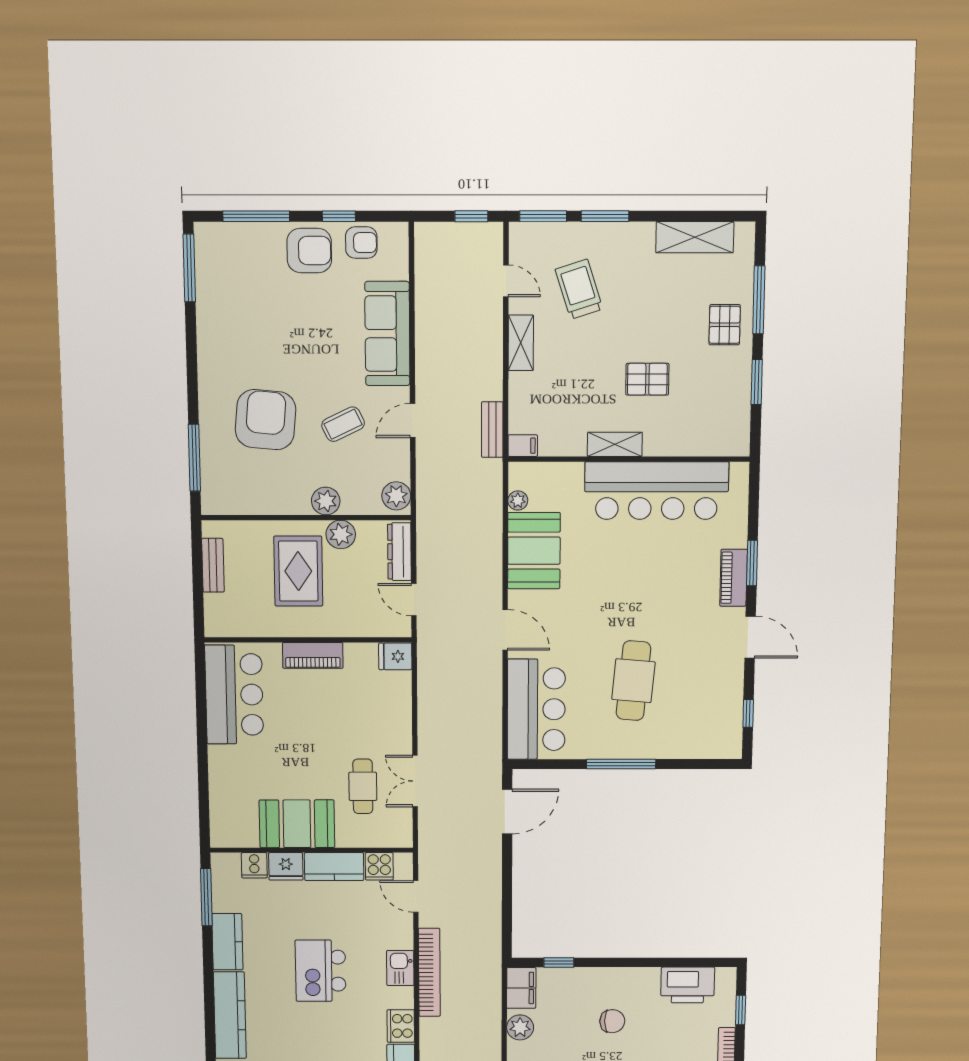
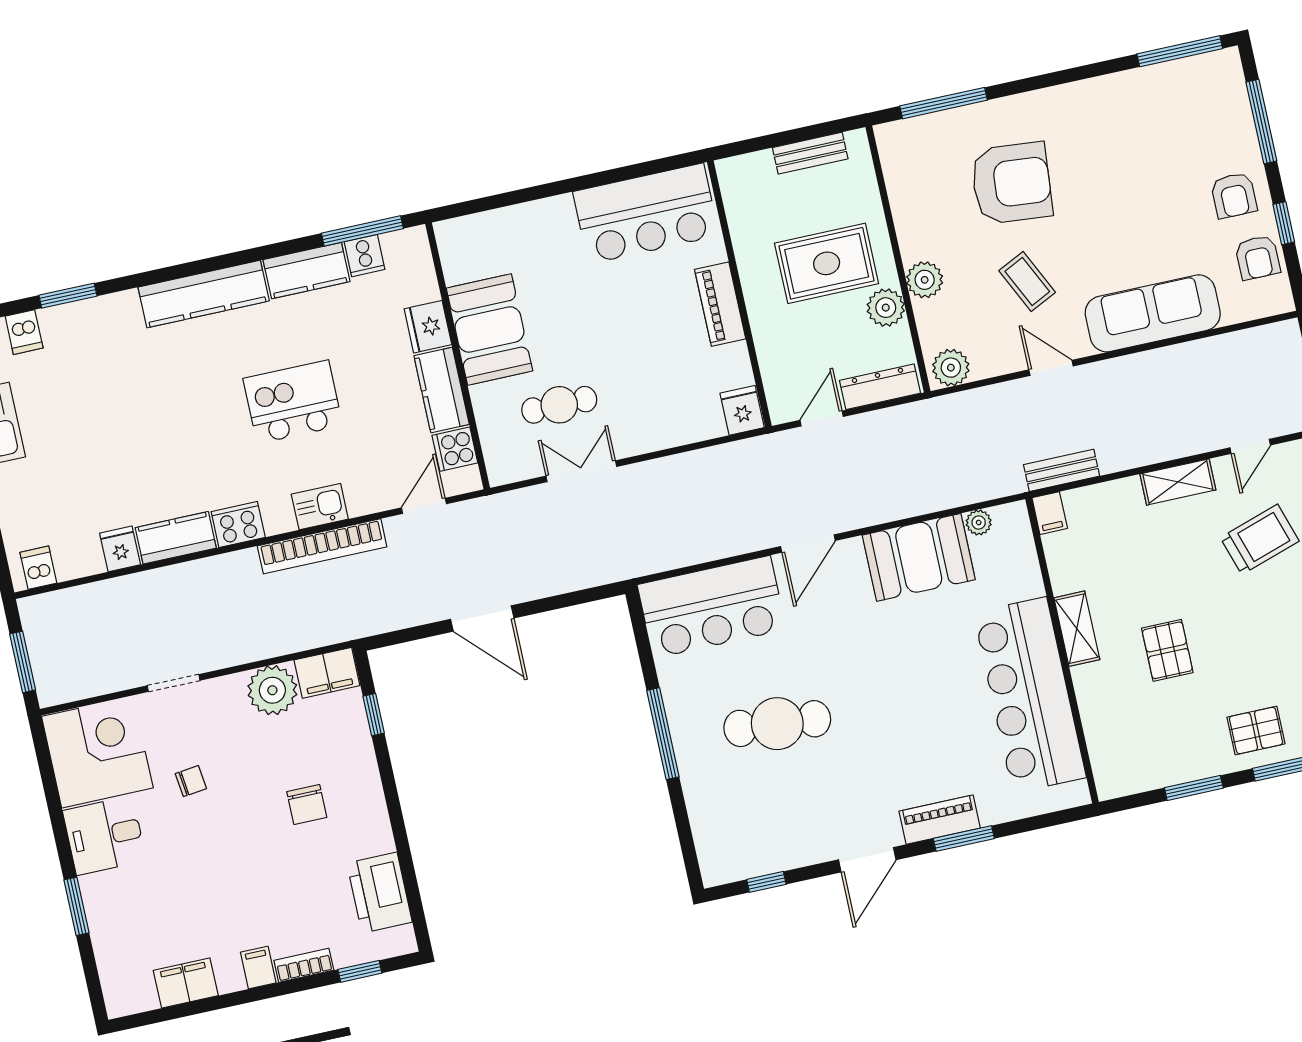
armchair: (309, 251) -> (1234, 195), width x0.72, depth x0.72
door: (507, 812) -> (482, 619), moved
cooker: (254, 865) -> (364, 256), moved, turned -90
plant: (520, 1027) -> (272, 690), width x1.36, depth x1.36

